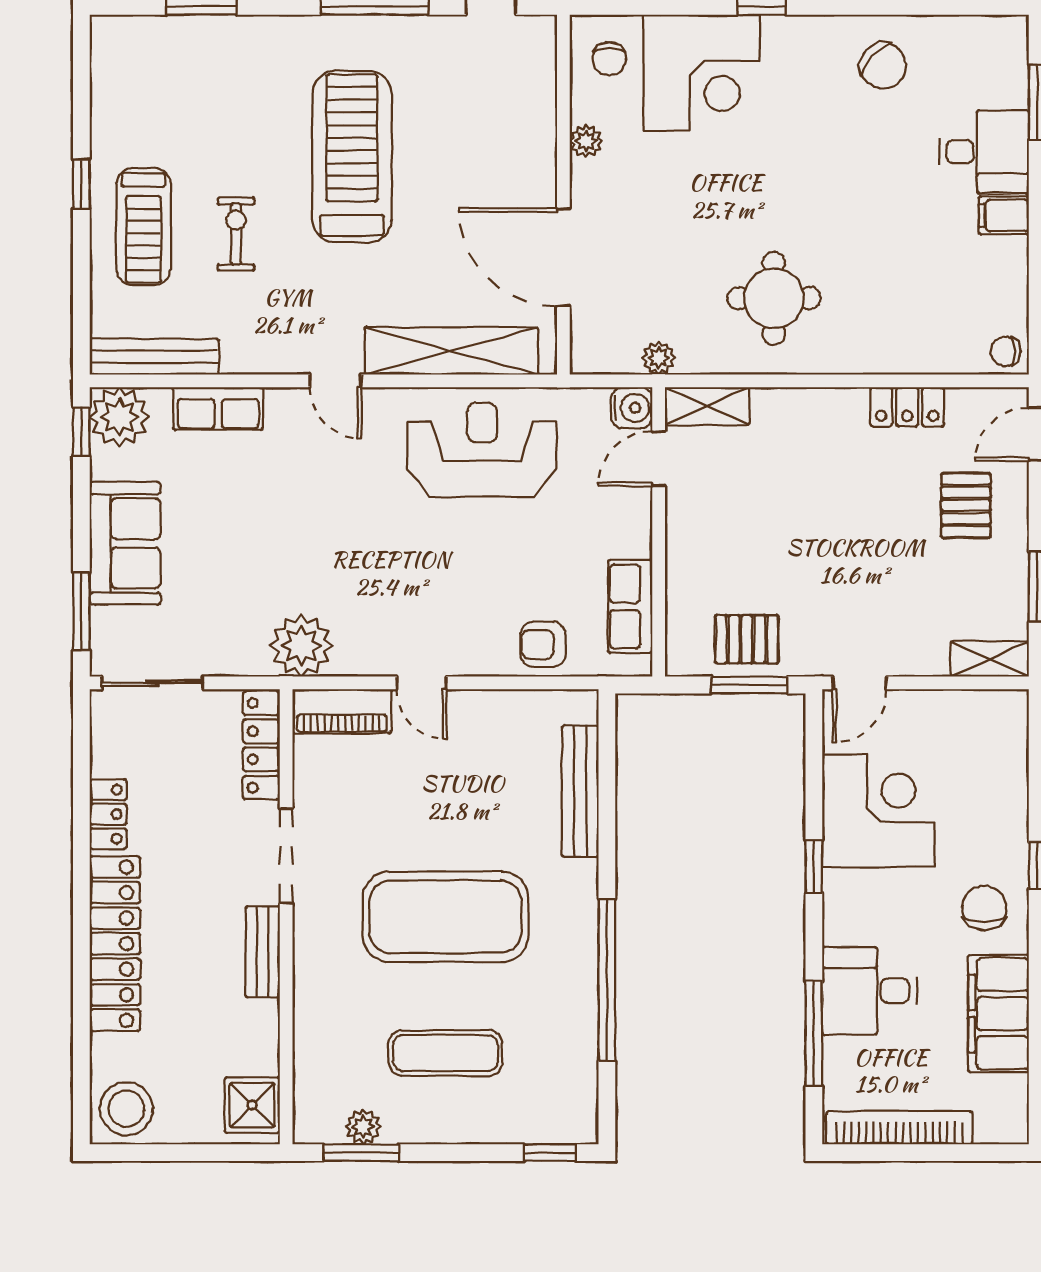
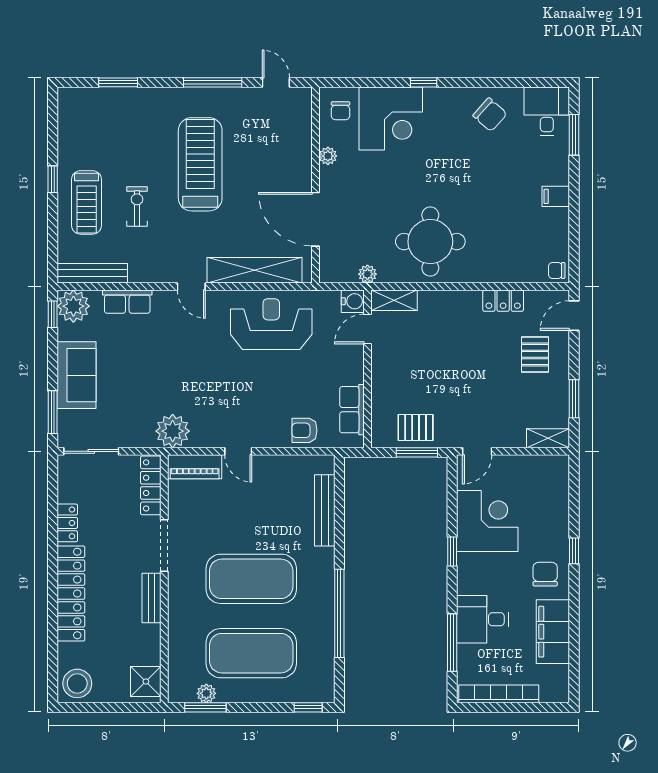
desk: (984, 152) -> (547, 111), moved, turned -90
round table: (774, 298) -> (430, 242), width x1.36, depth x1.36
exercise mat: (445, 1053) -> (251, 653), width x2.00, depth x1.45

